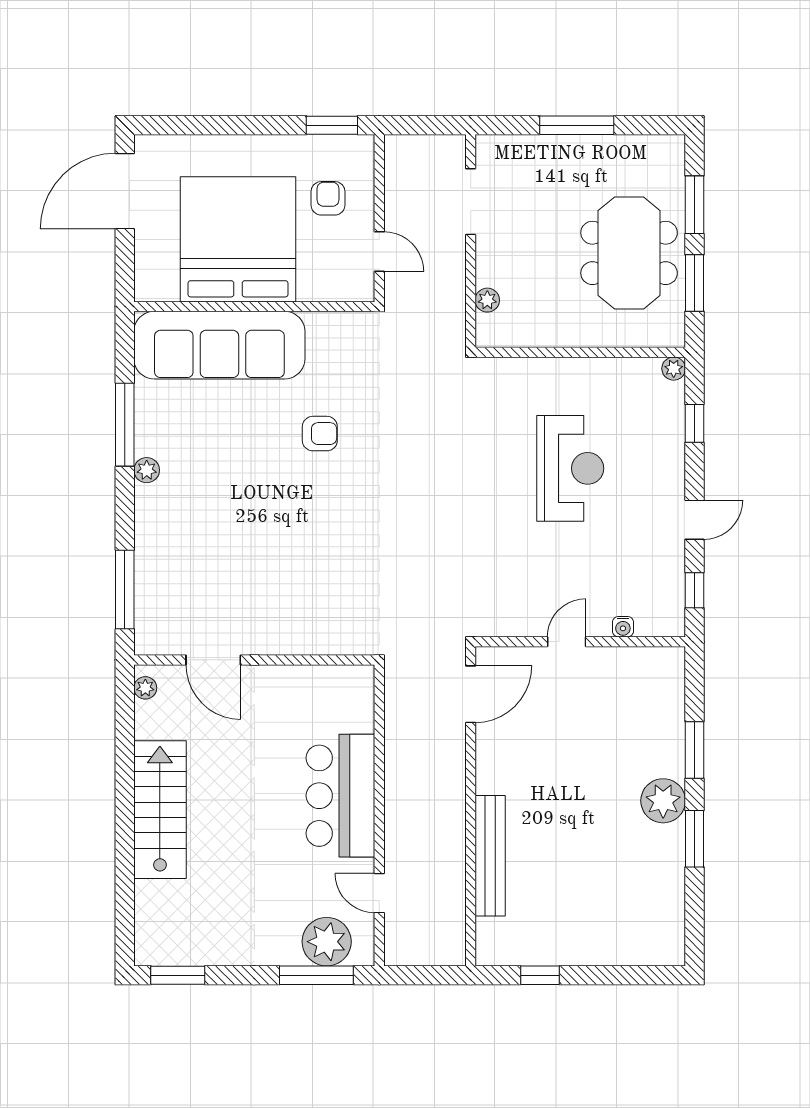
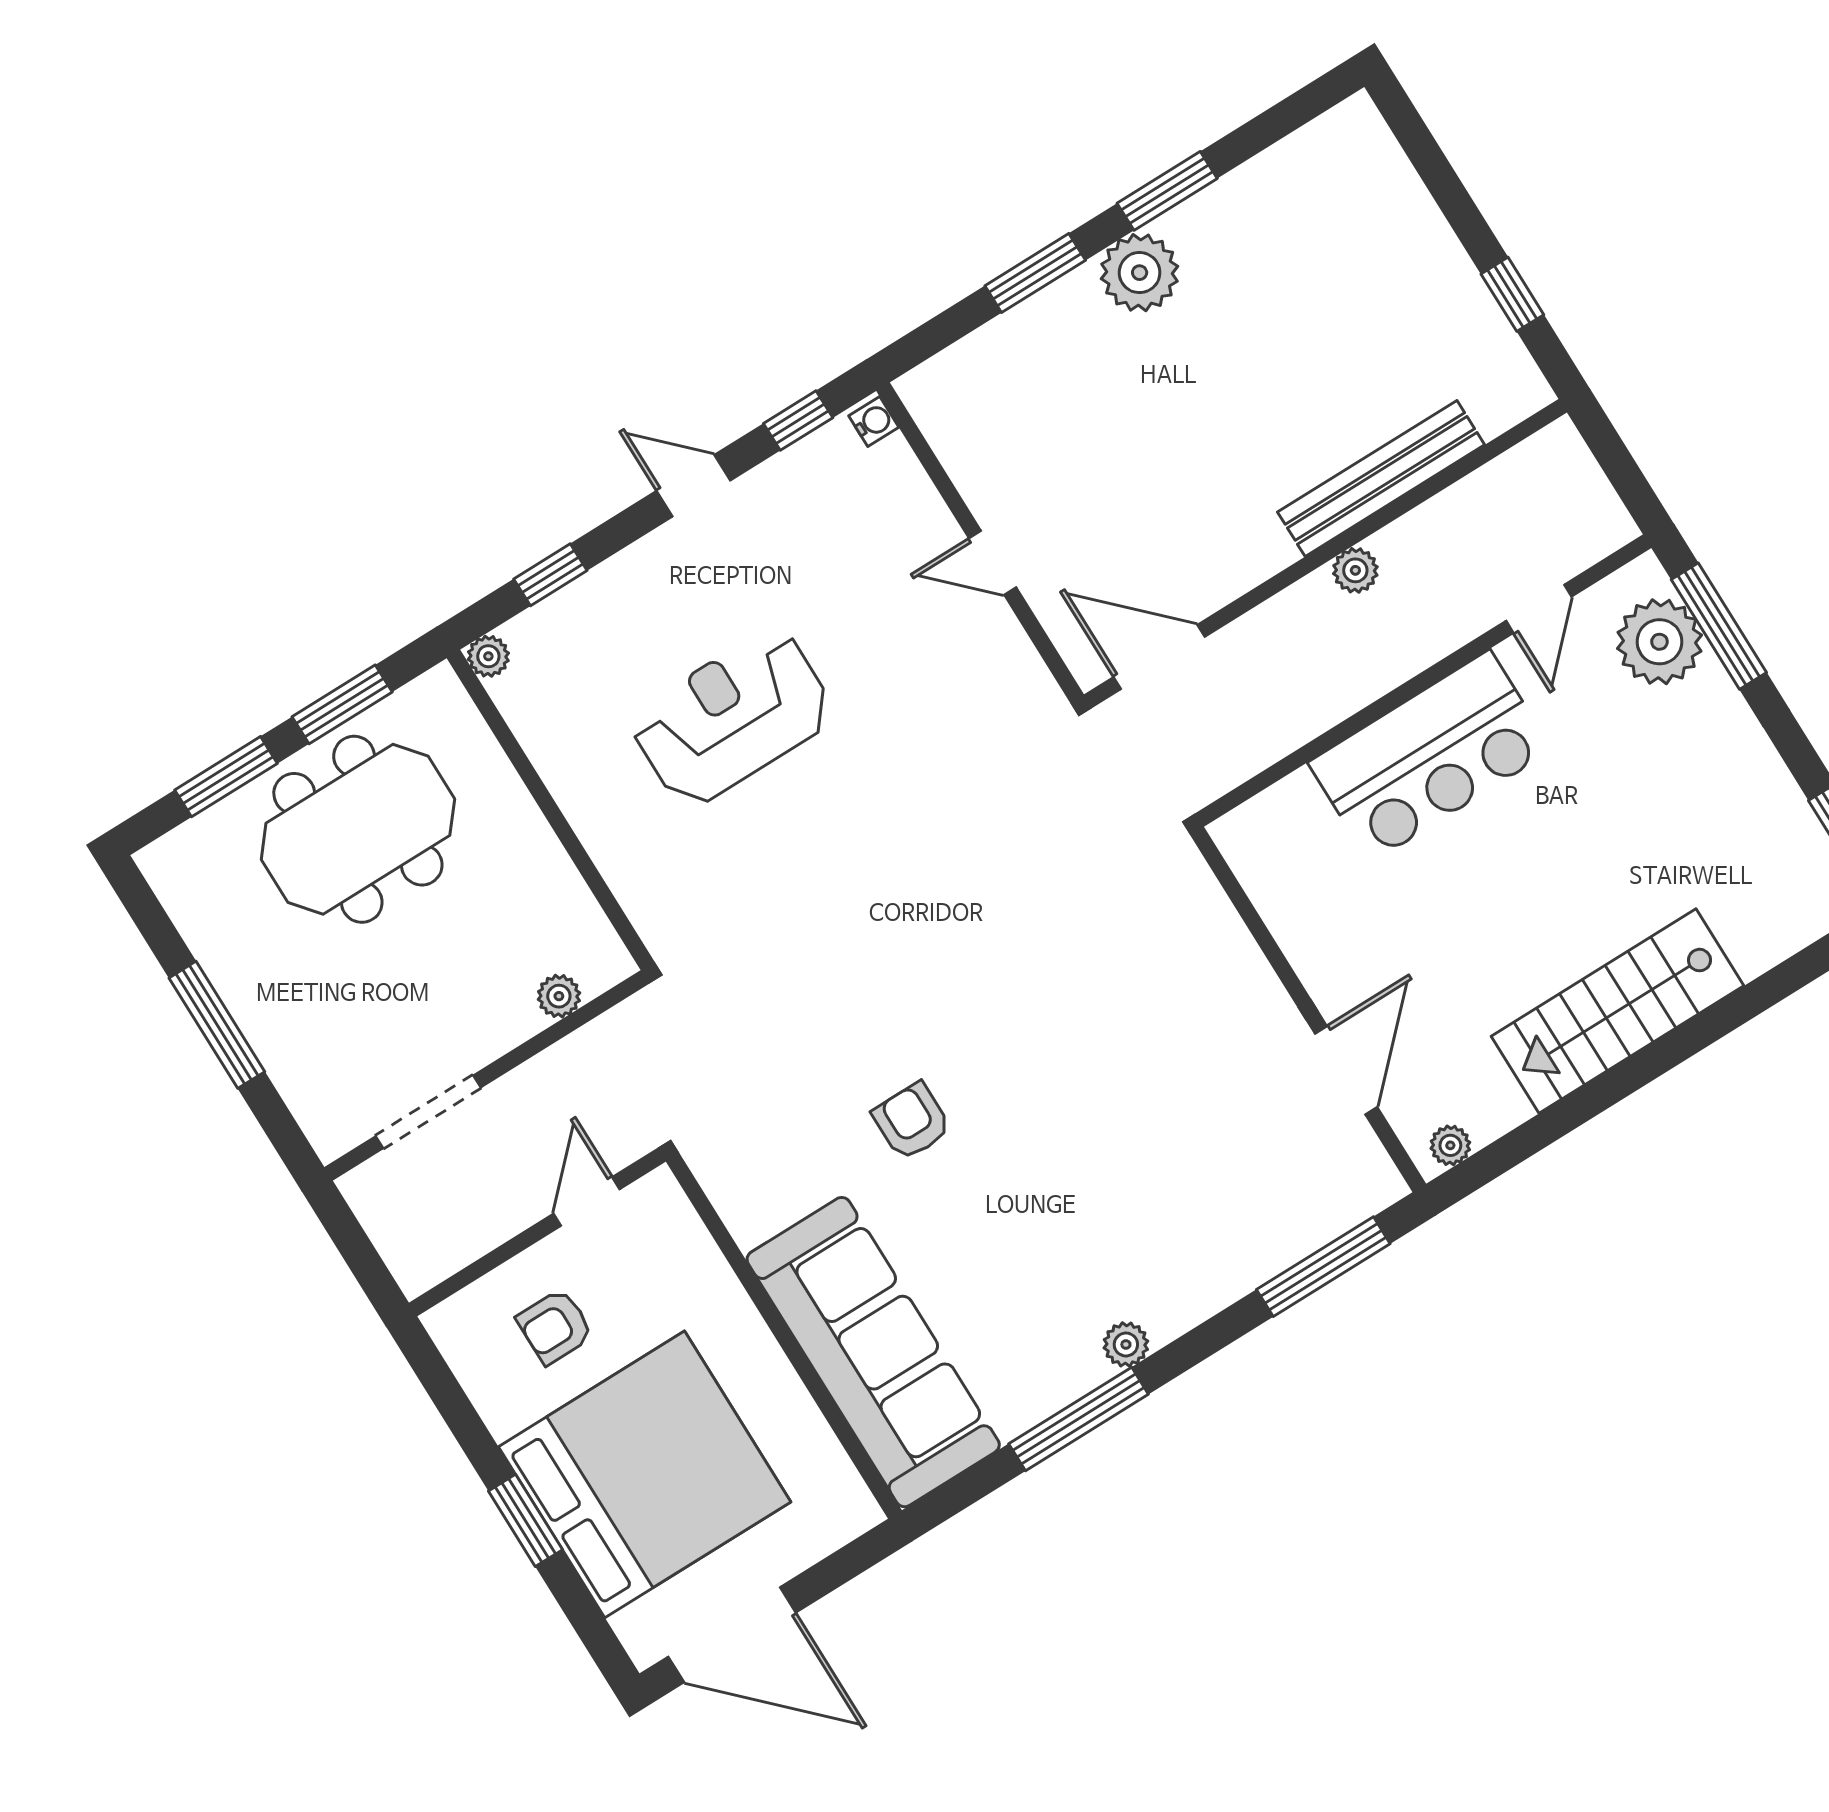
window: (332, 125) -> (525, 1520), moved
bed: (238, 239) -> (645, 1474), moved, turned 180
water cooler: (623, 627) -> (874, 421), moved
plant: (453, 816) -> (1355, 570), added

